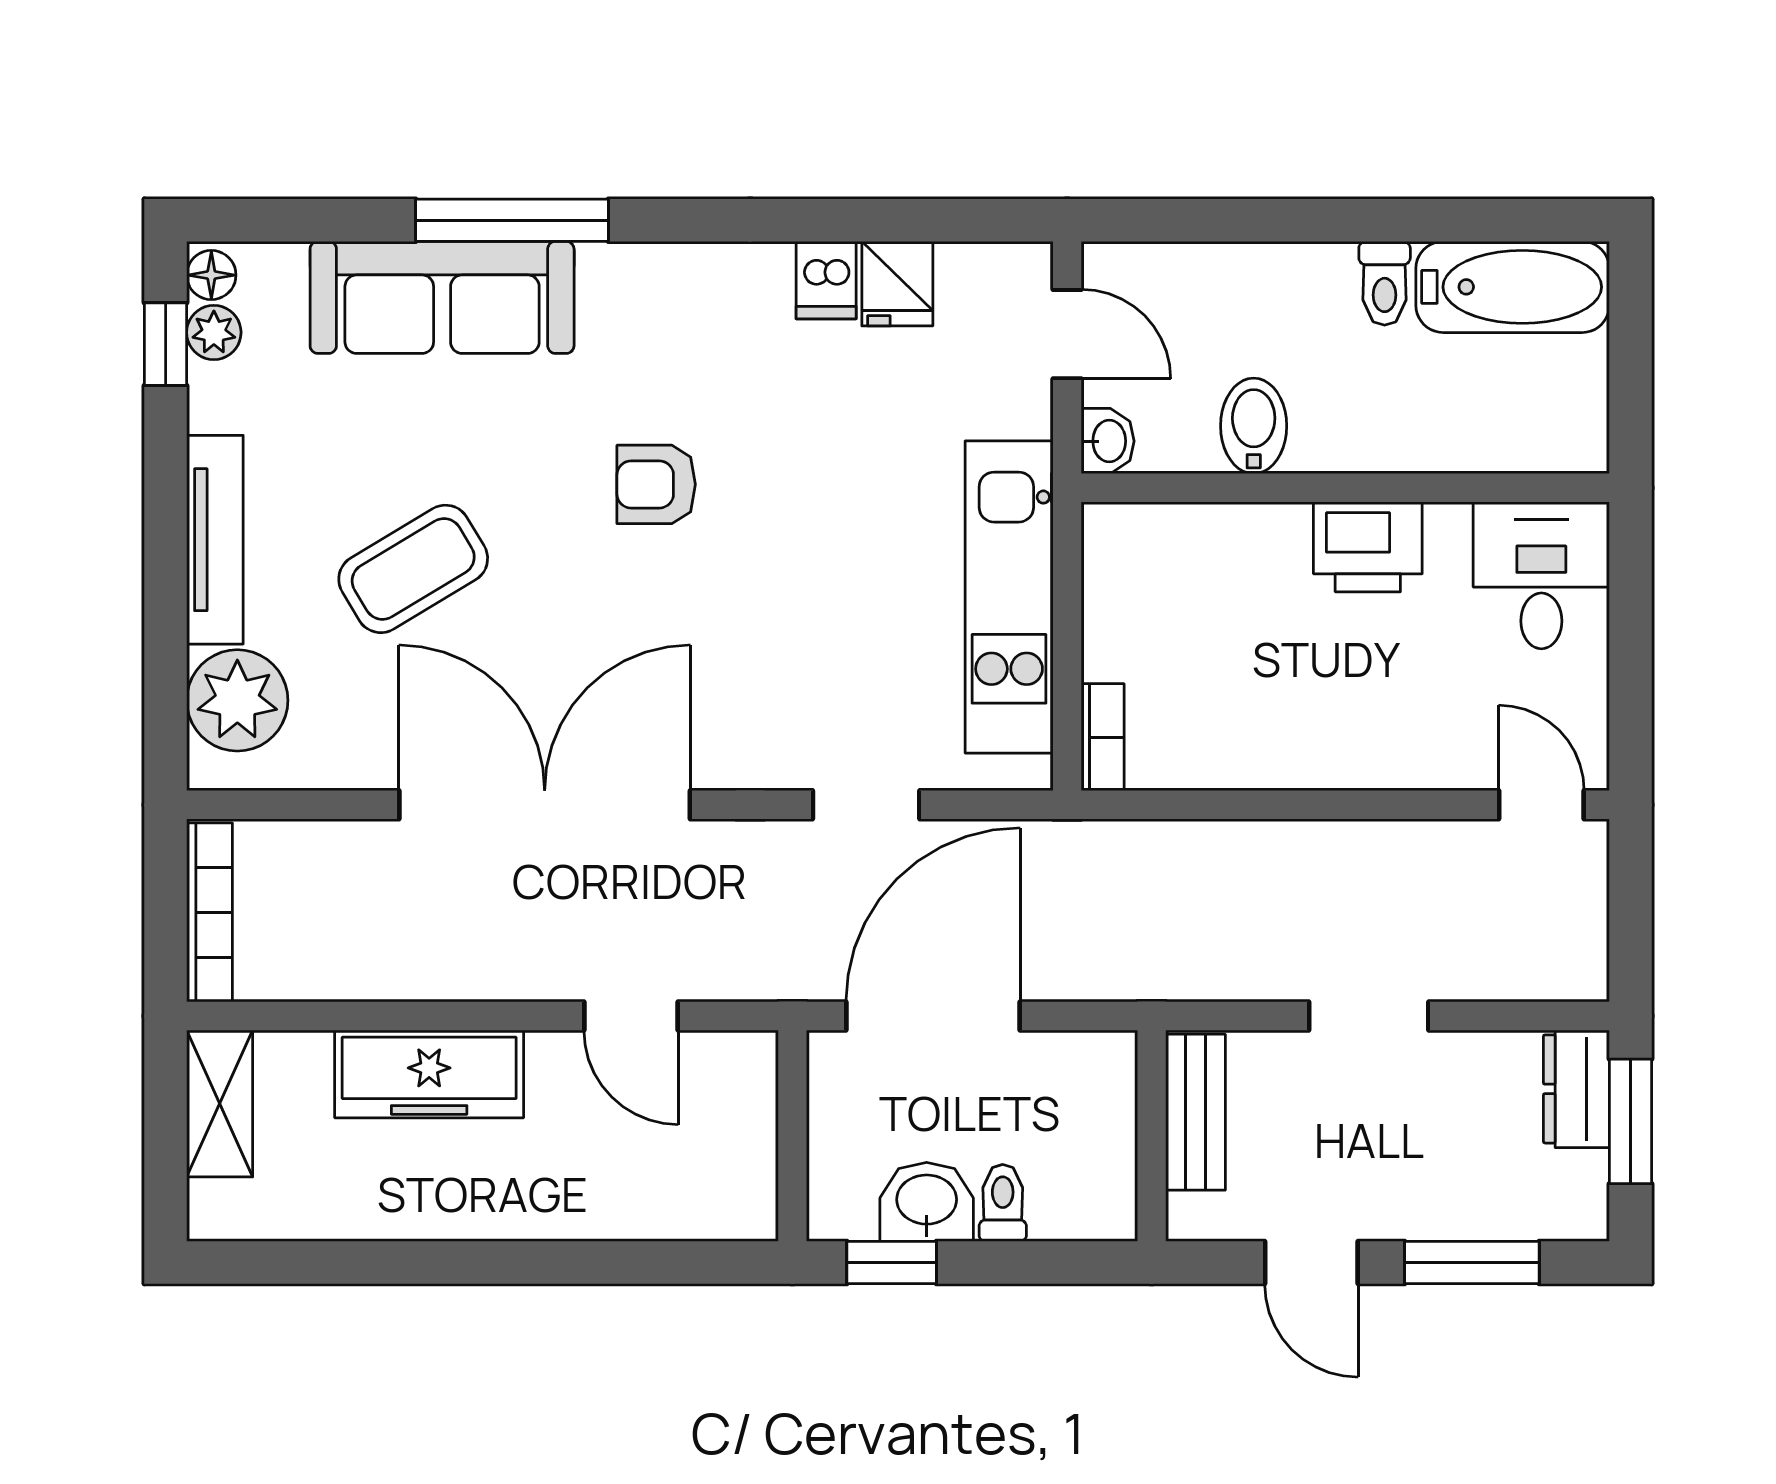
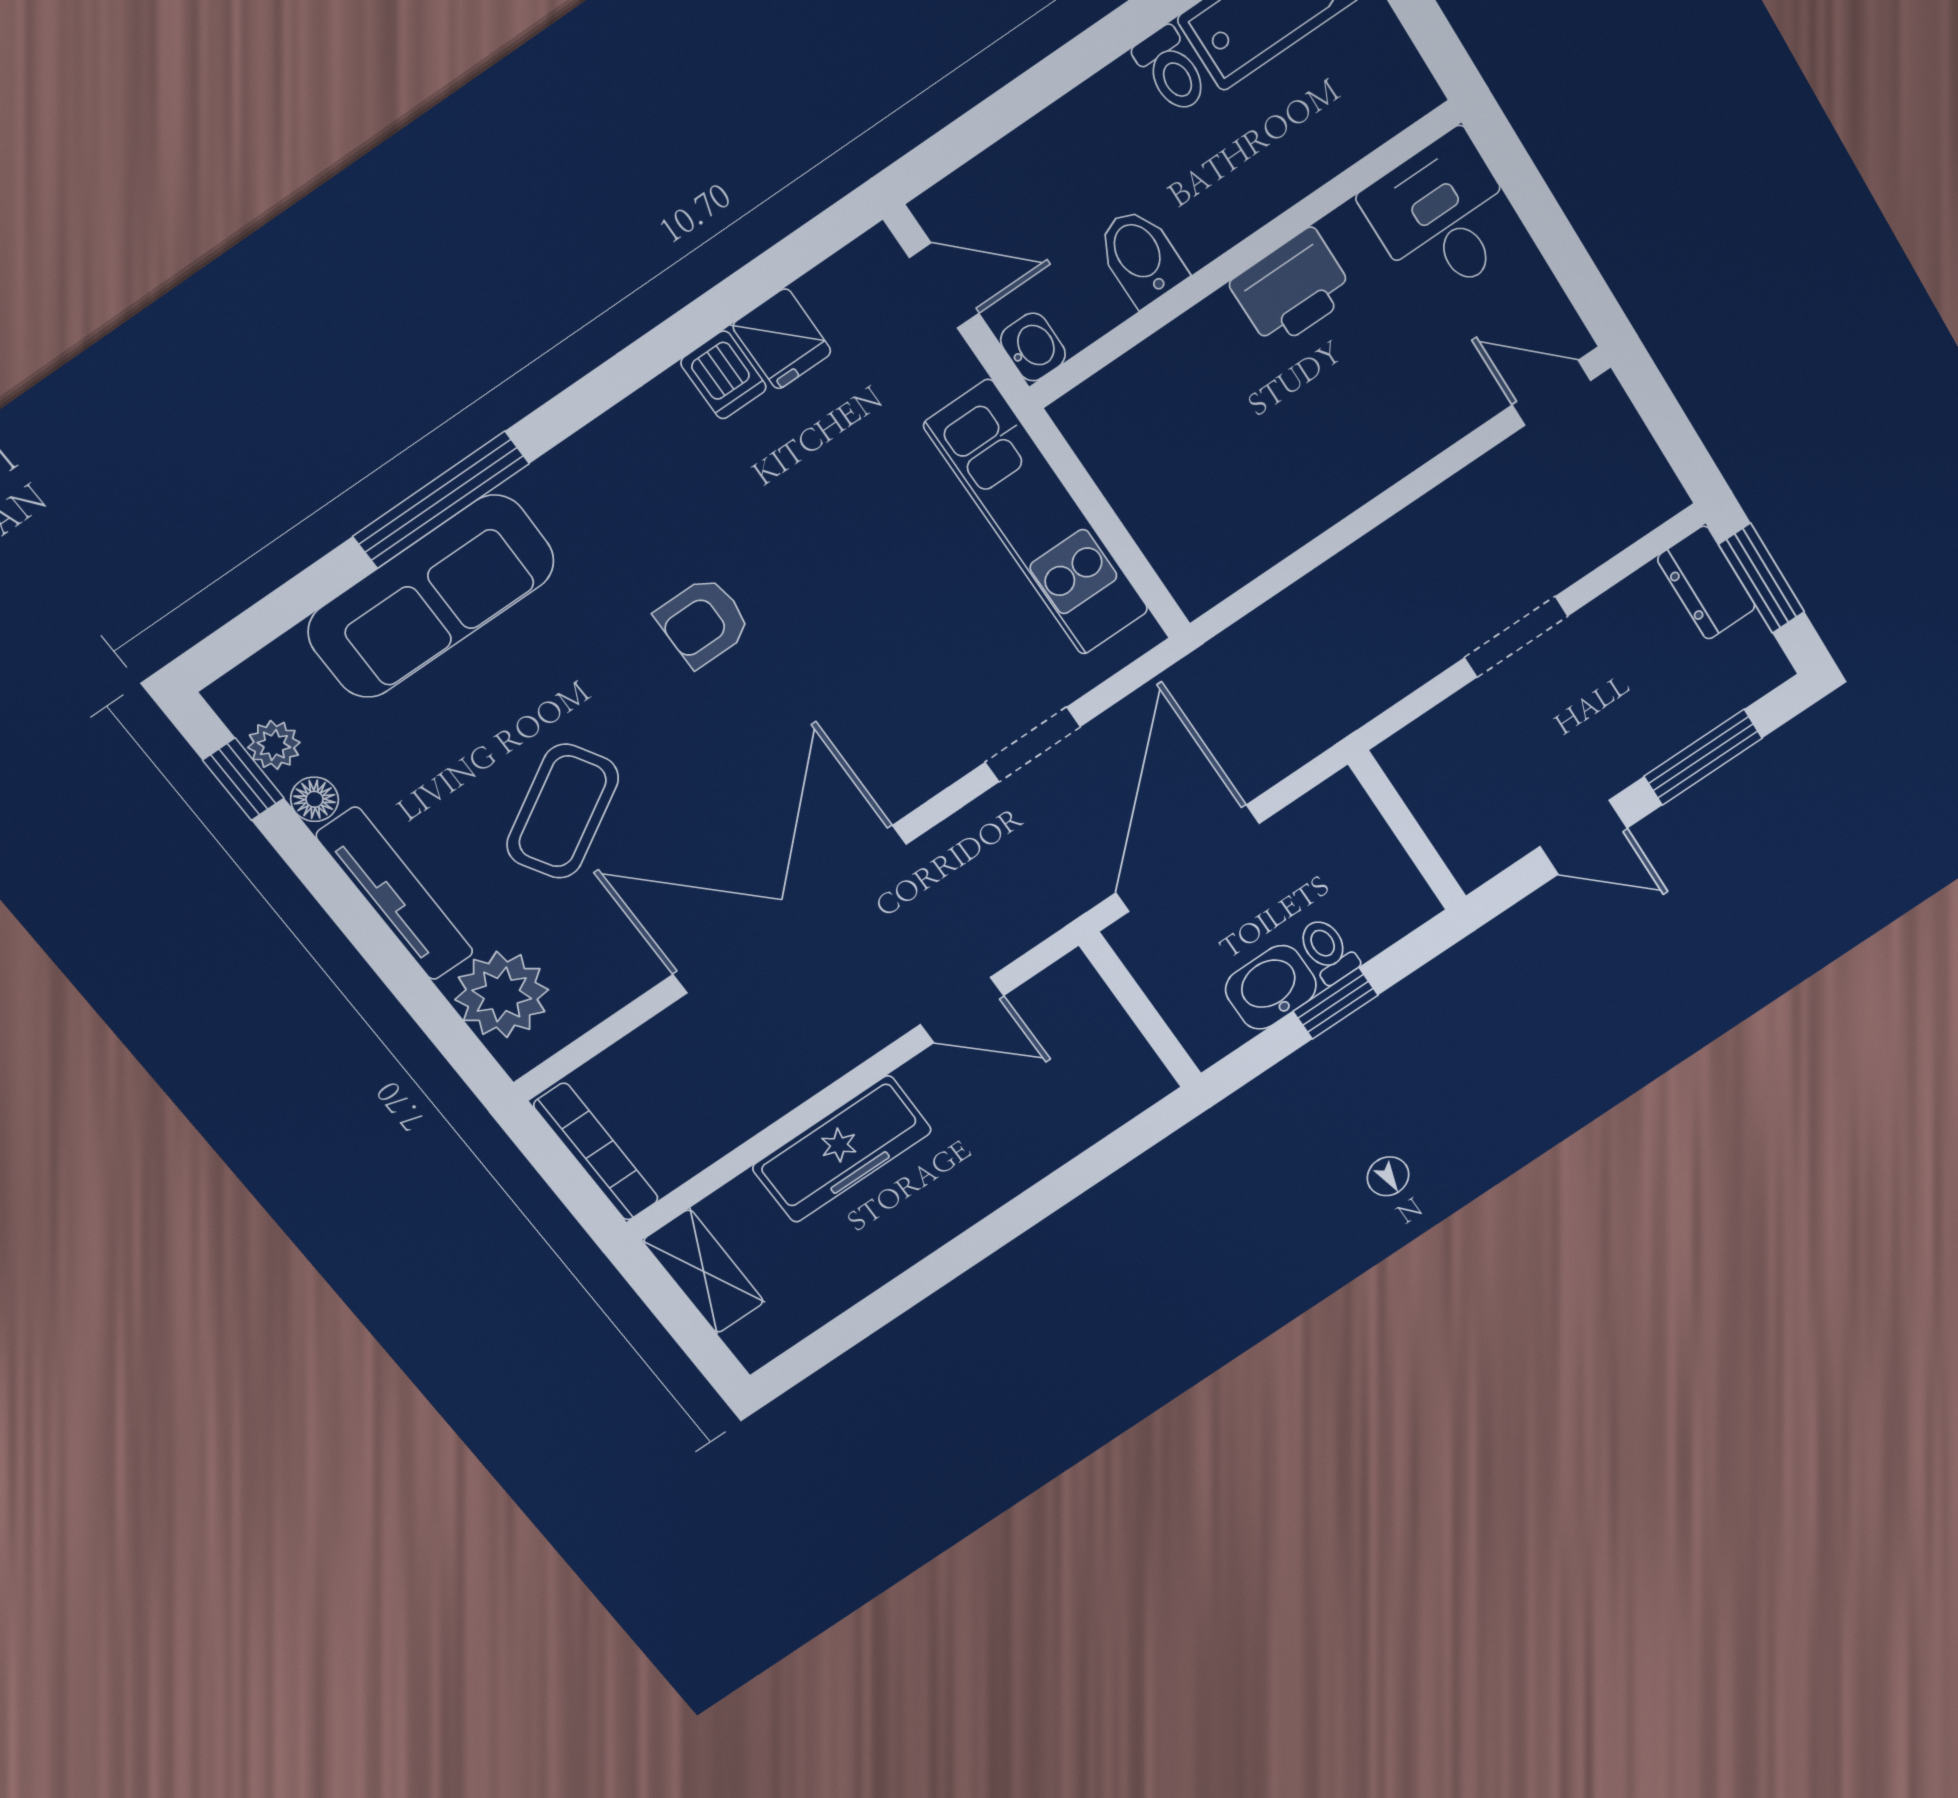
floor lamp: (211, 275) -> (314, 799), moved
bookcase: (1103, 737) -> (1180, 573), removed
bench: (1196, 1112) -> (1429, 792), removed
window: (892, 1263) -> (1336, 1003), moved

